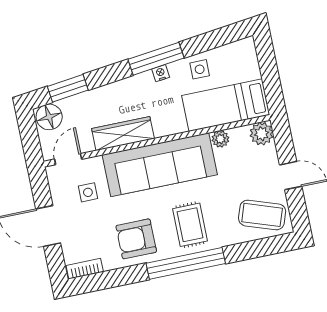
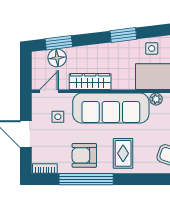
window: (156, 59) -> (123, 35), width x0.69
nightstand: (161, 73) -> (124, 46), removed
floor lamp: (49, 117) -> (57, 58), moved
window: (186, 263) -> (86, 179), moved

